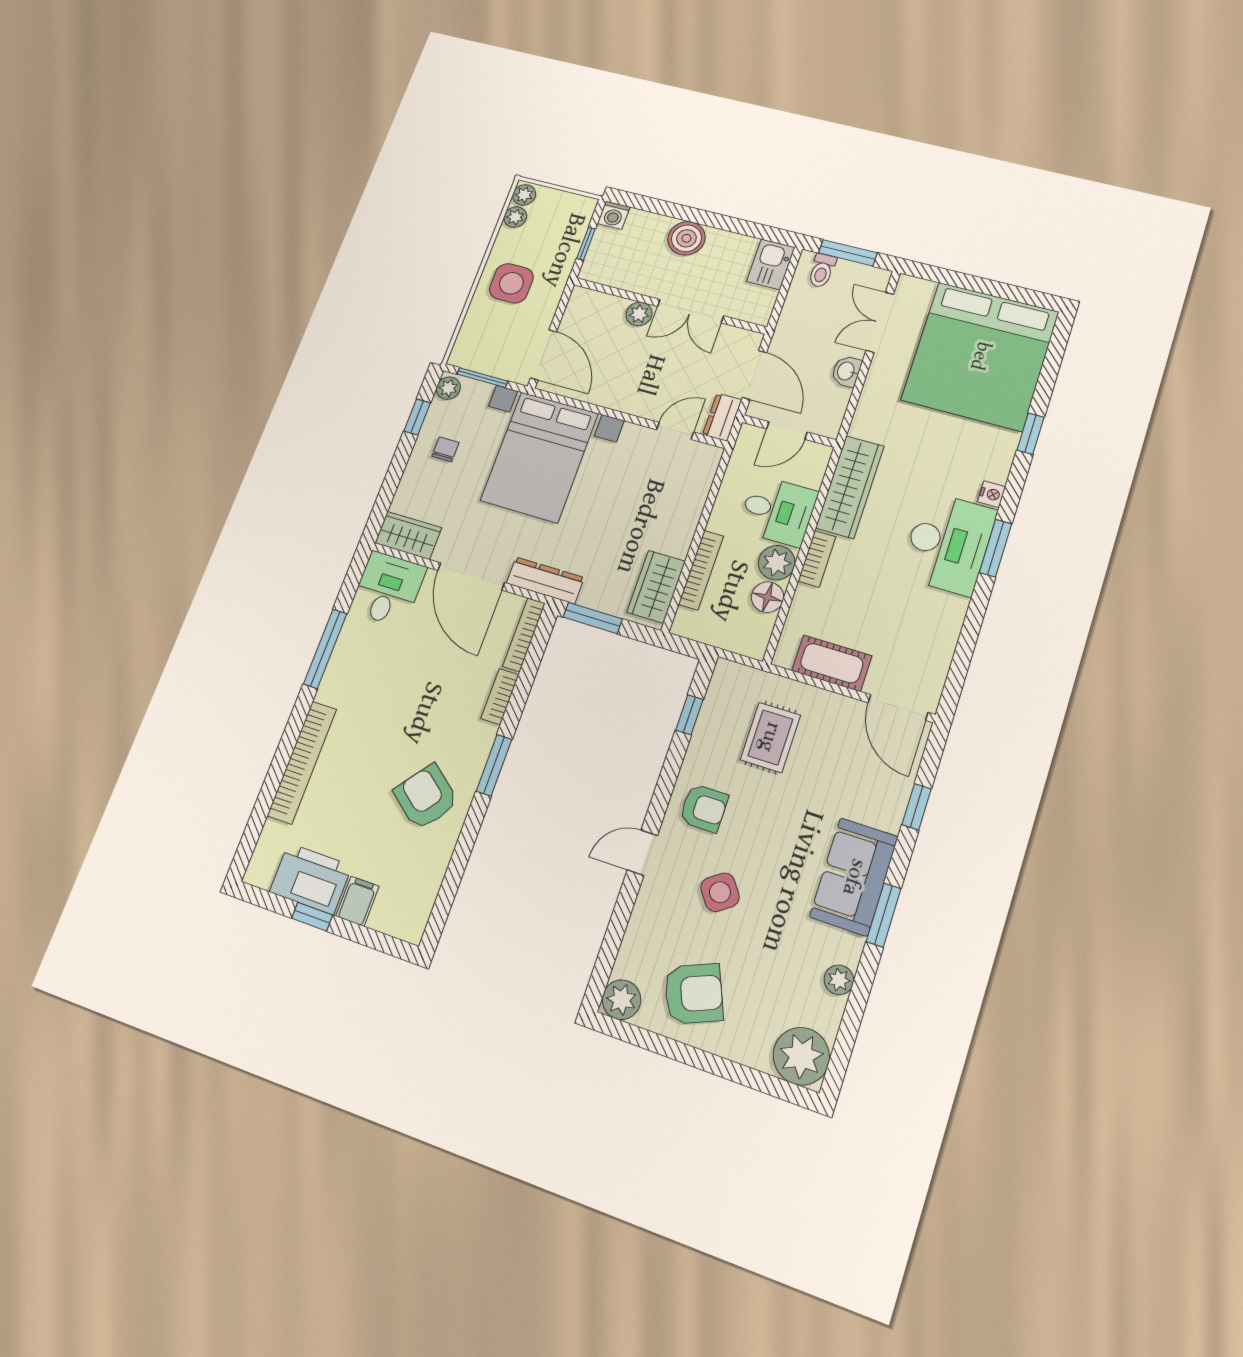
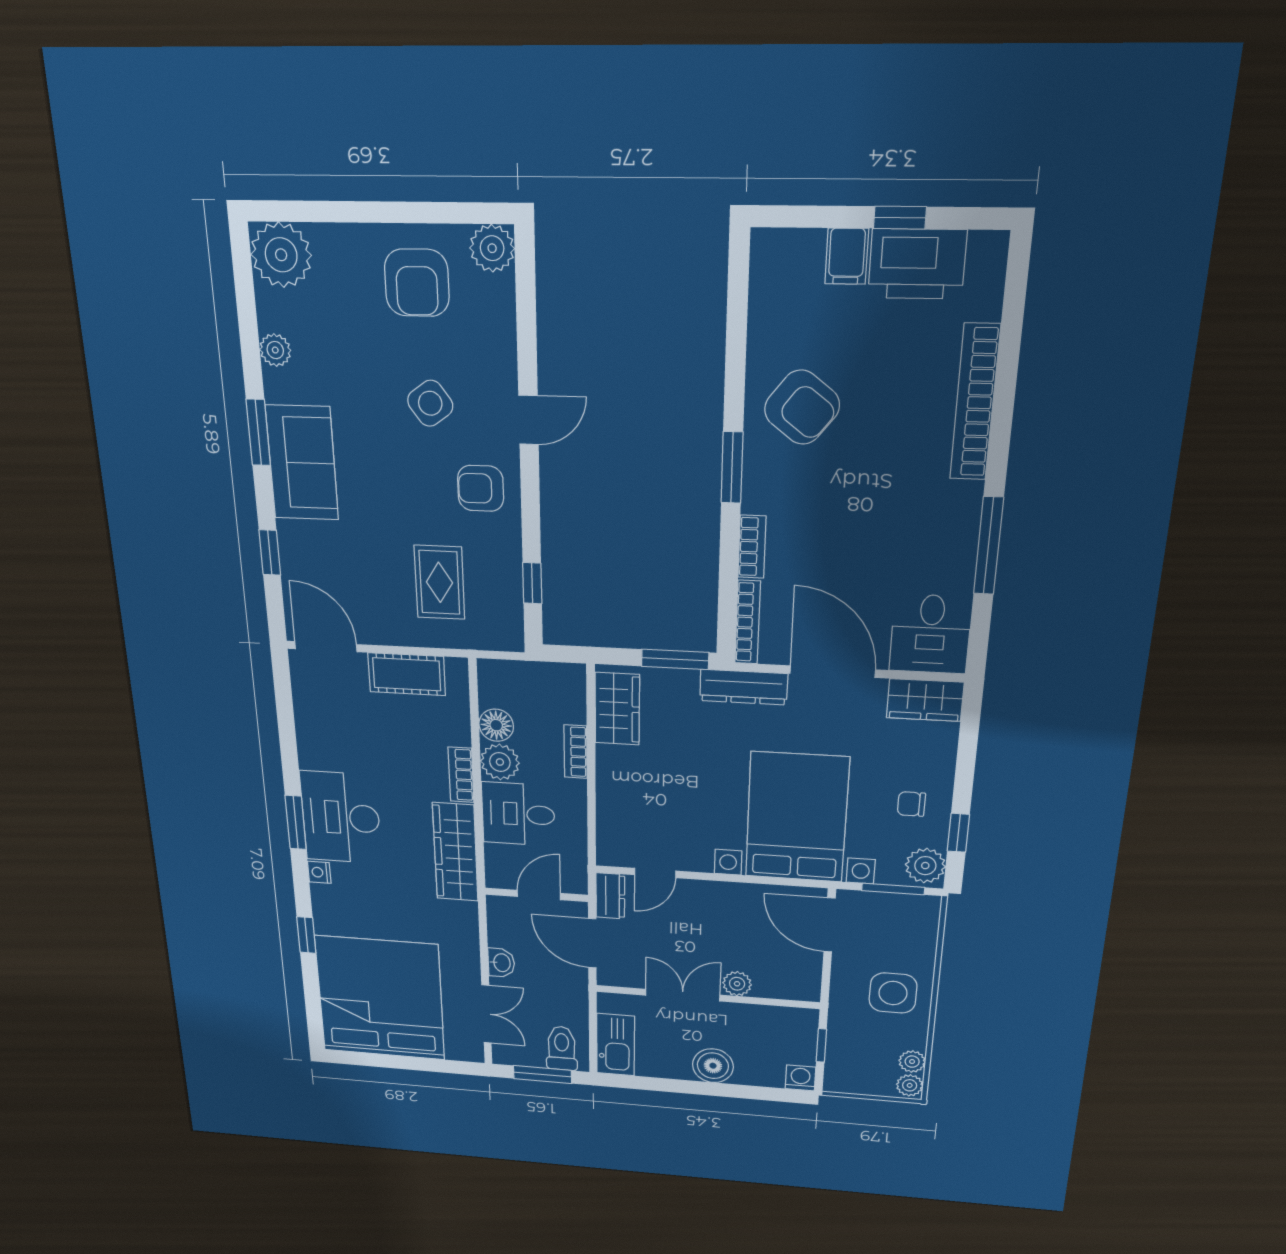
kitchen sink: (771, 264) -> (616, 1045), width x1.38
toilet: (822, 271) -> (562, 1048), width x1.37, depth x1.39
plant: (448, 388) -> (925, 866), width x1.38, depth x1.38
chair: (445, 449) -> (911, 804), turned 90
bookcase: (701, 570) -> (576, 752), width x0.64
armchair: (694, 994) -> (417, 283), turned -67

